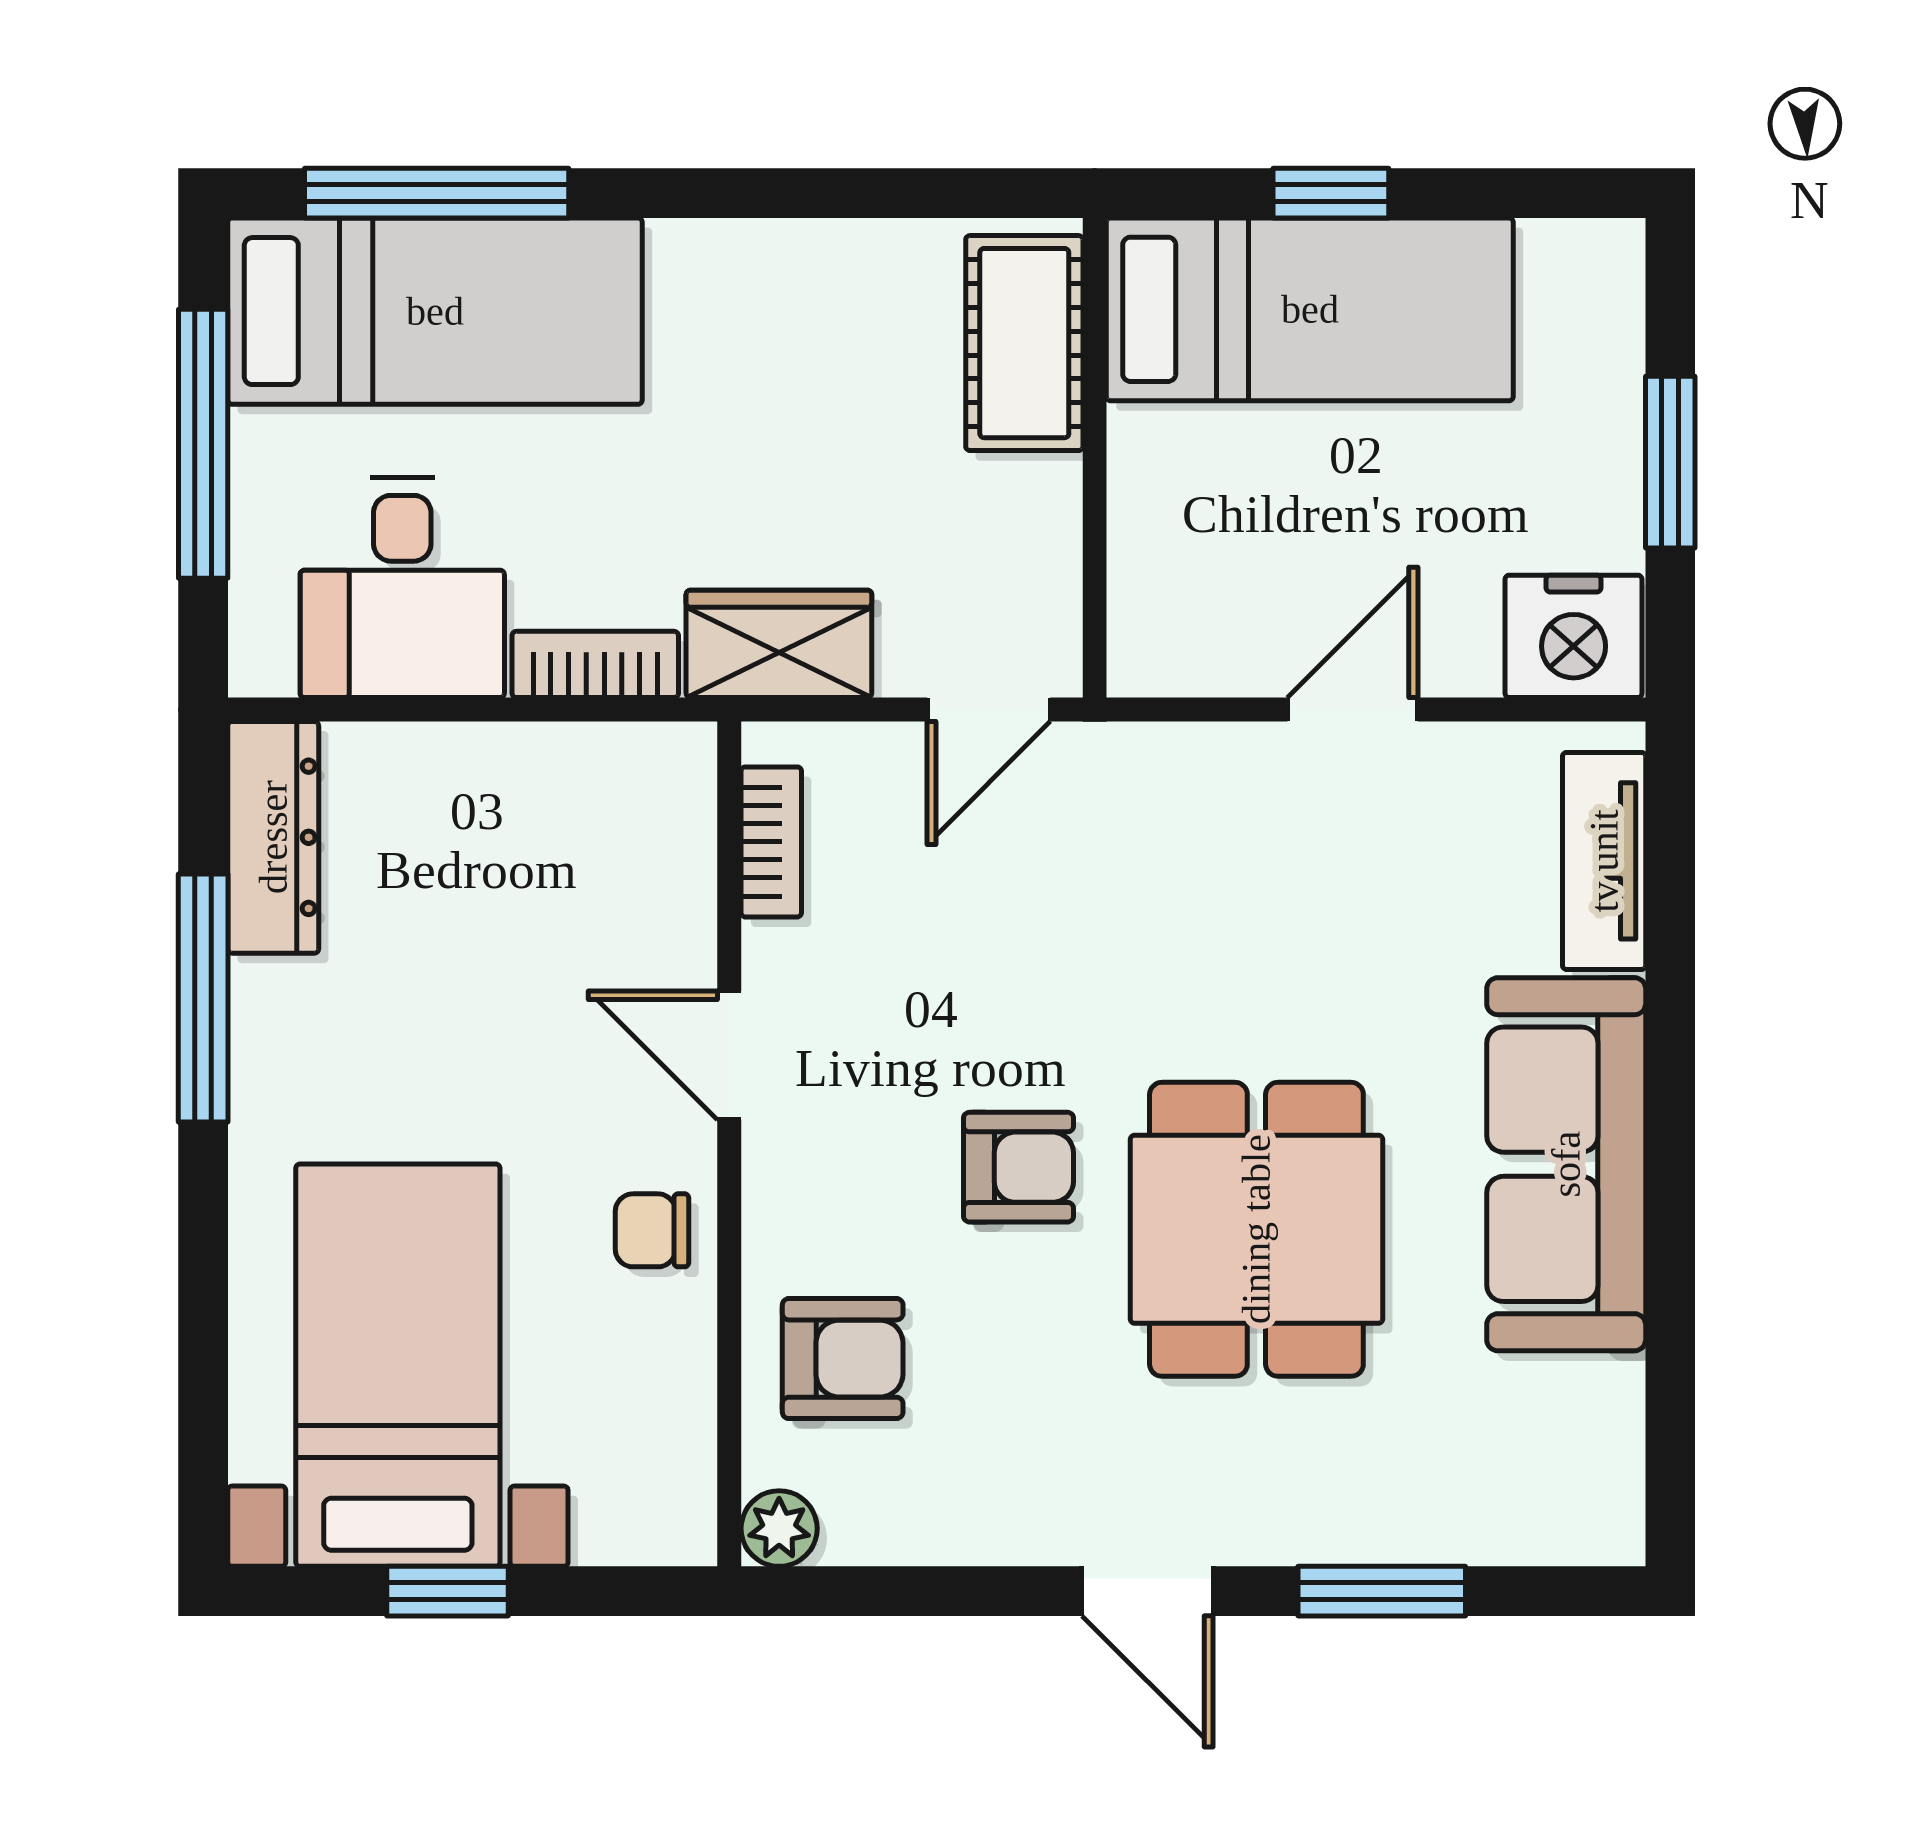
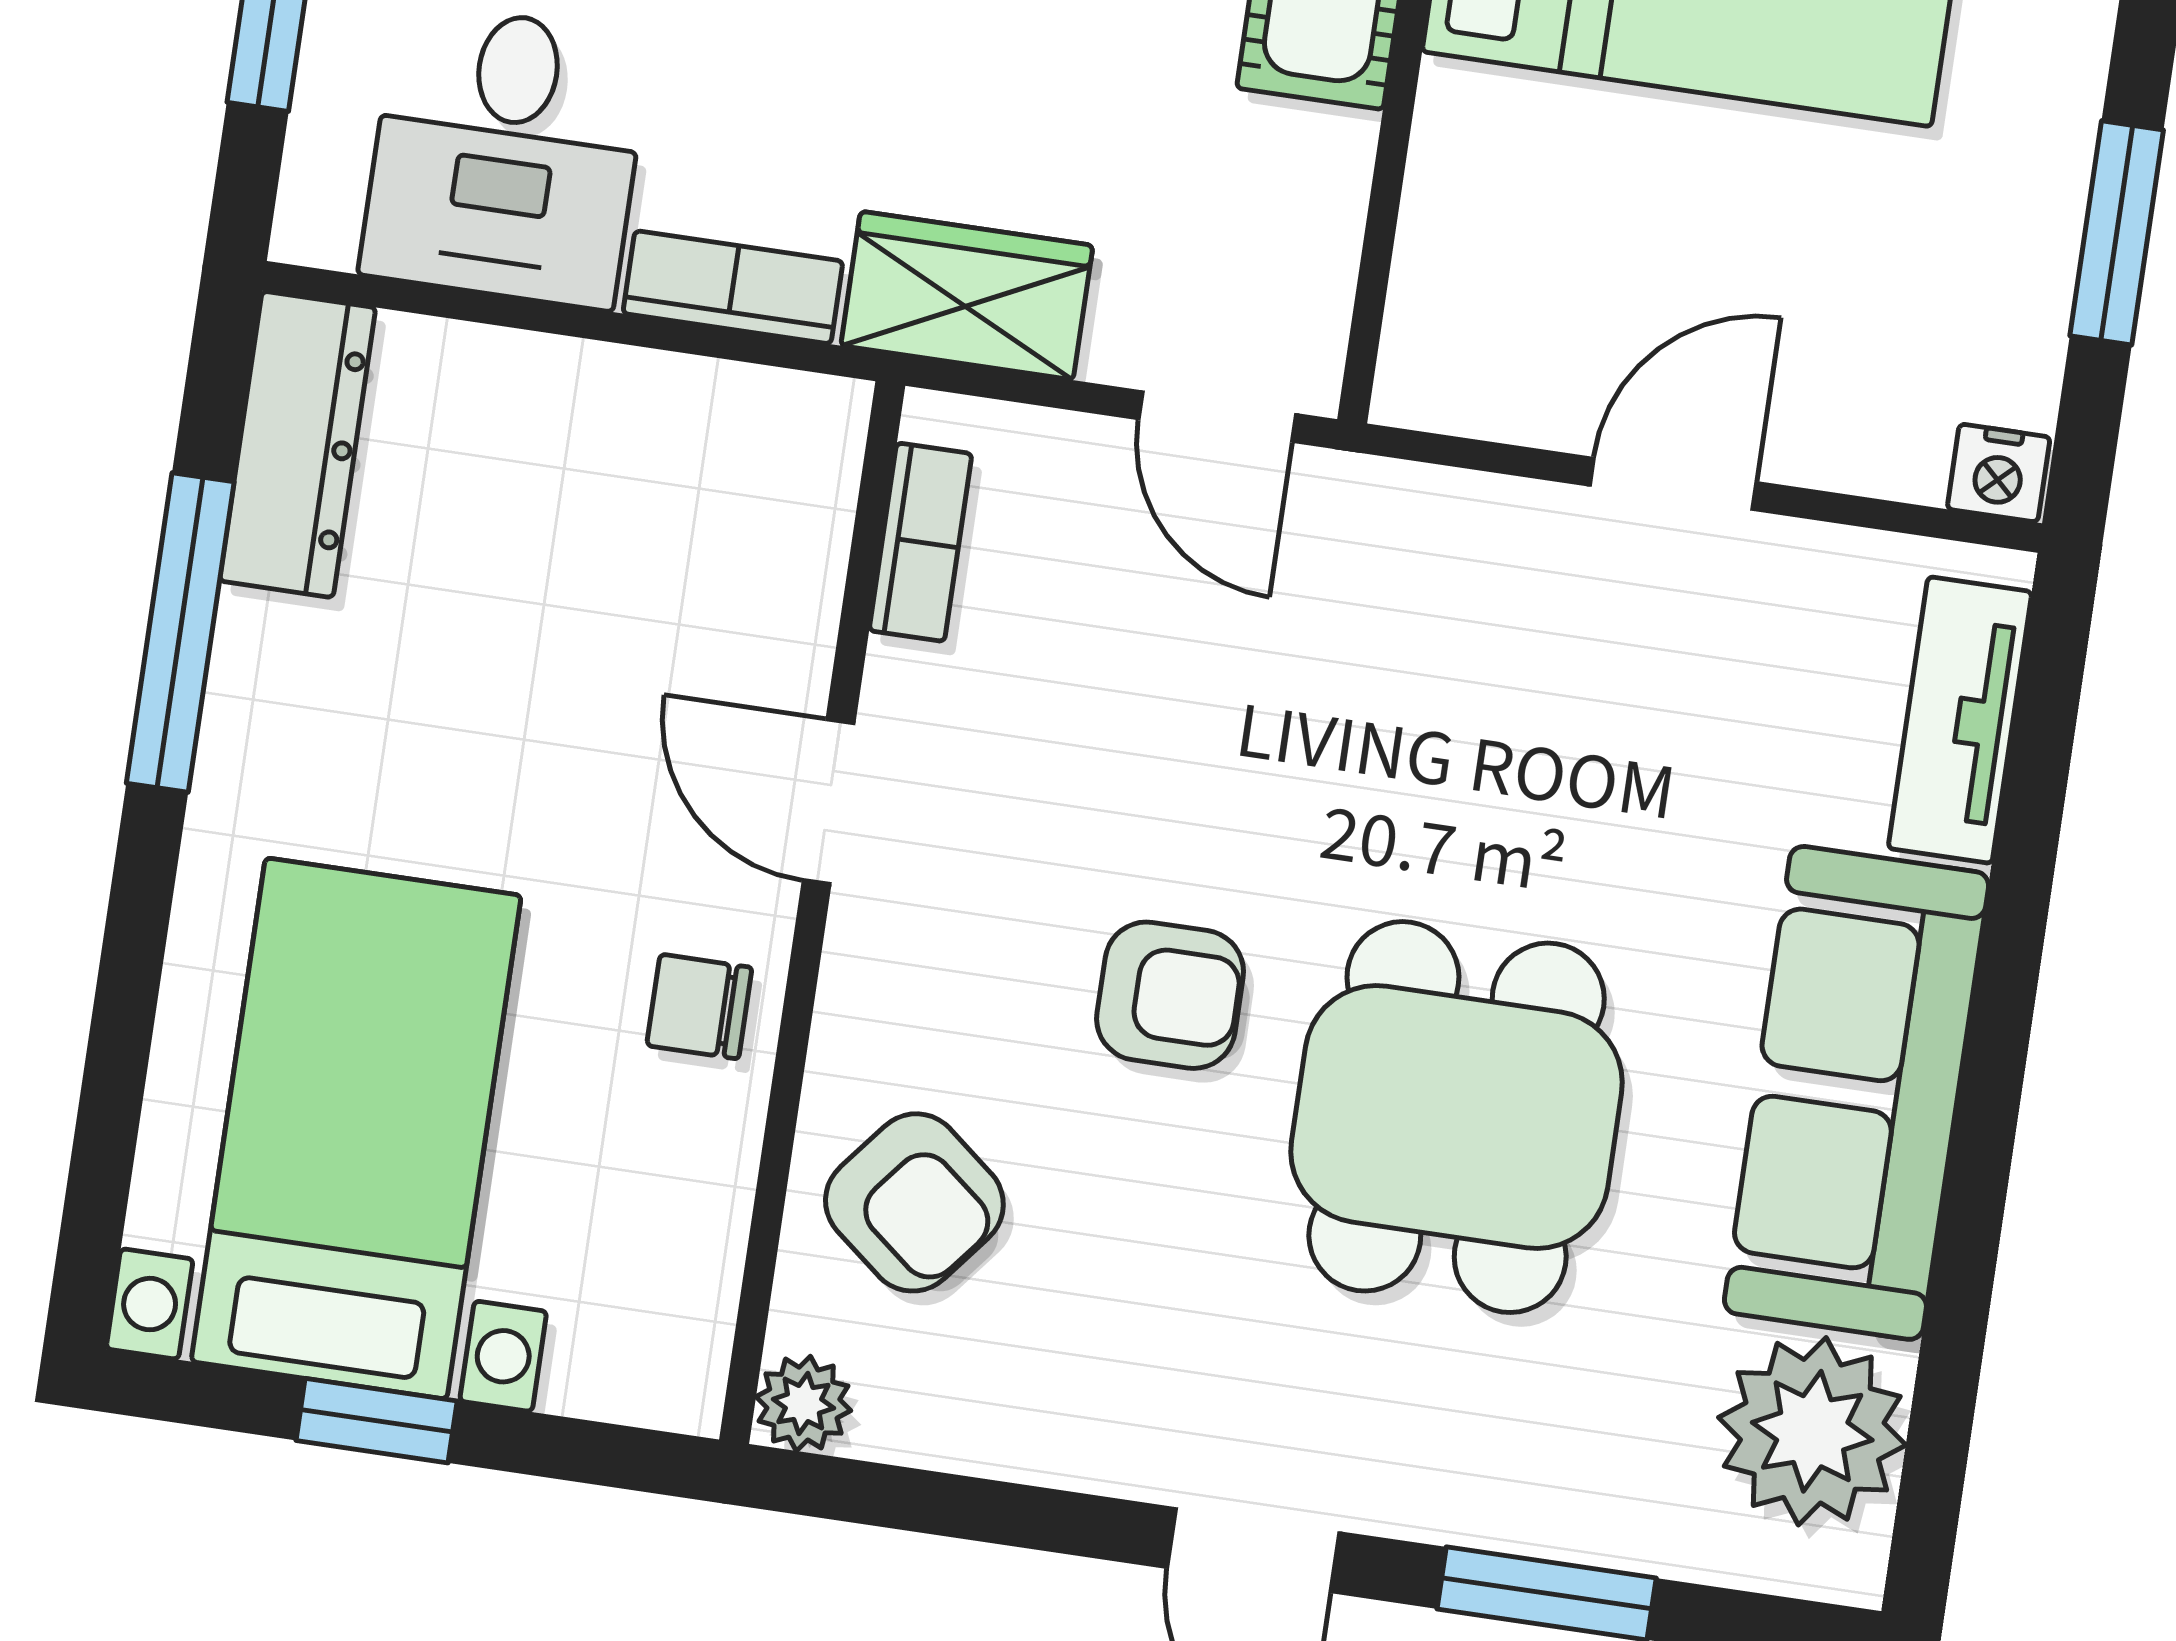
nightstand: (1574, 636) -> (1999, 473), width x0.53, depth x0.56
door: (989, 710) -> (1217, 417), hinge flipped
armchair: (843, 1359) -> (914, 1202), turned 39
plant: (1571, 1434) -> (1812, 1431), added

